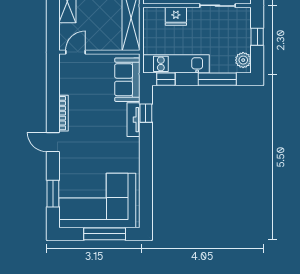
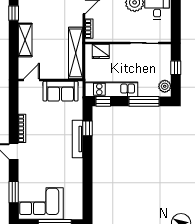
fridge: (176, 16) -> (101, 51), moved
sofa: (127, 80) -> (61, 91), moved, turned -90
tv unit: (134, 120) -> (78, 139), width x1.41
corner sofa: (97, 201) -> (41, 203), width x0.73, depth x0.74

